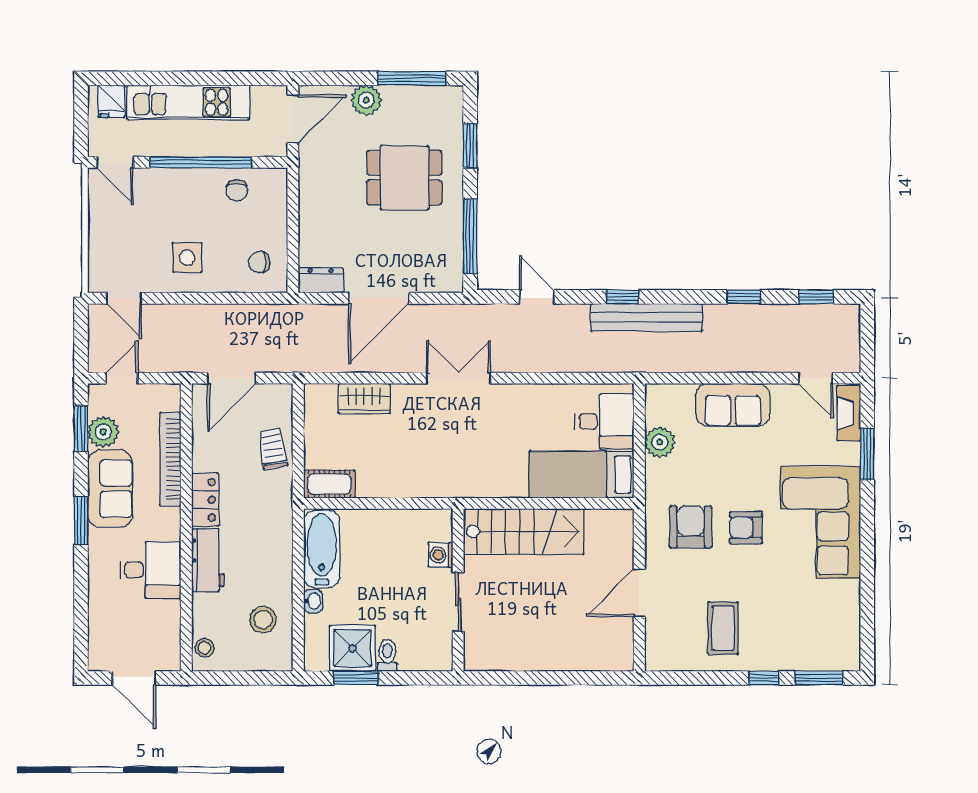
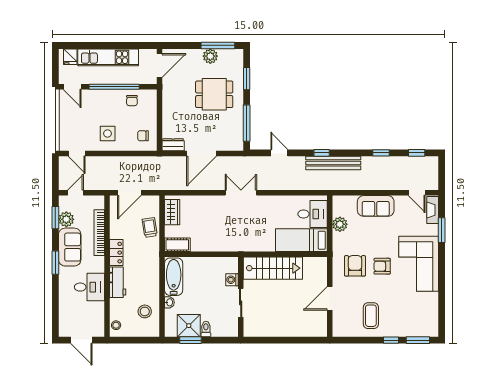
plant: (366, 100) -> (210, 56), moved
wardrobe: (364, 399) -> (172, 212), moved, turned -90

